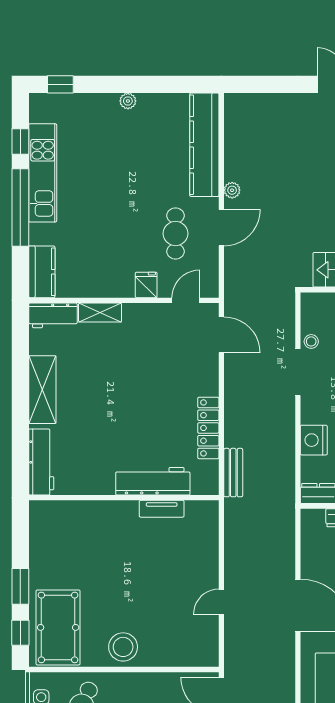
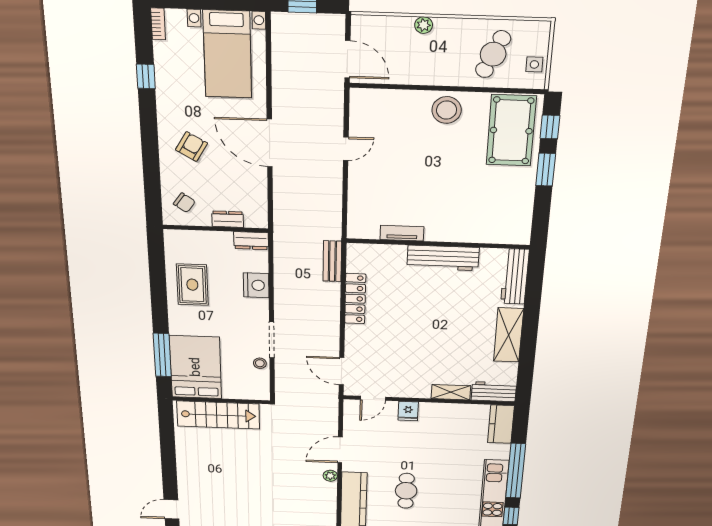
cafe table: (176, 234) -> (406, 491), moved
workbench: (153, 481) -> (443, 258), moved

